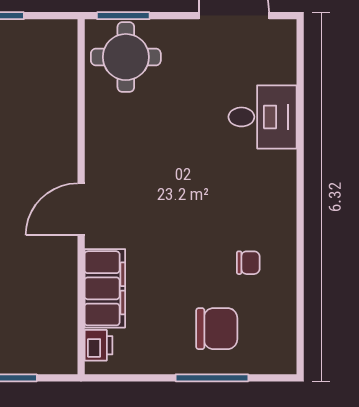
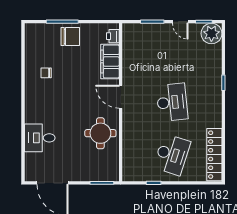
round table: (126, 57) -> (100, 133), moved
door: (81, 209) -> (121, 97), swing flipped
chair: (217, 329) -> (70, 37), moved, turned 180

